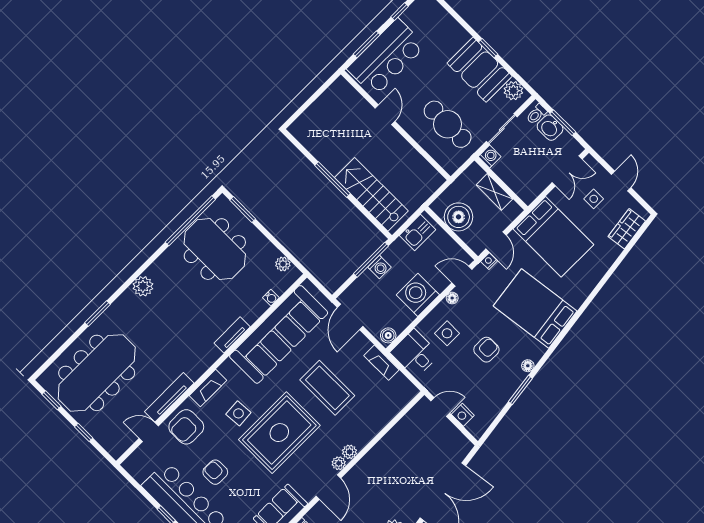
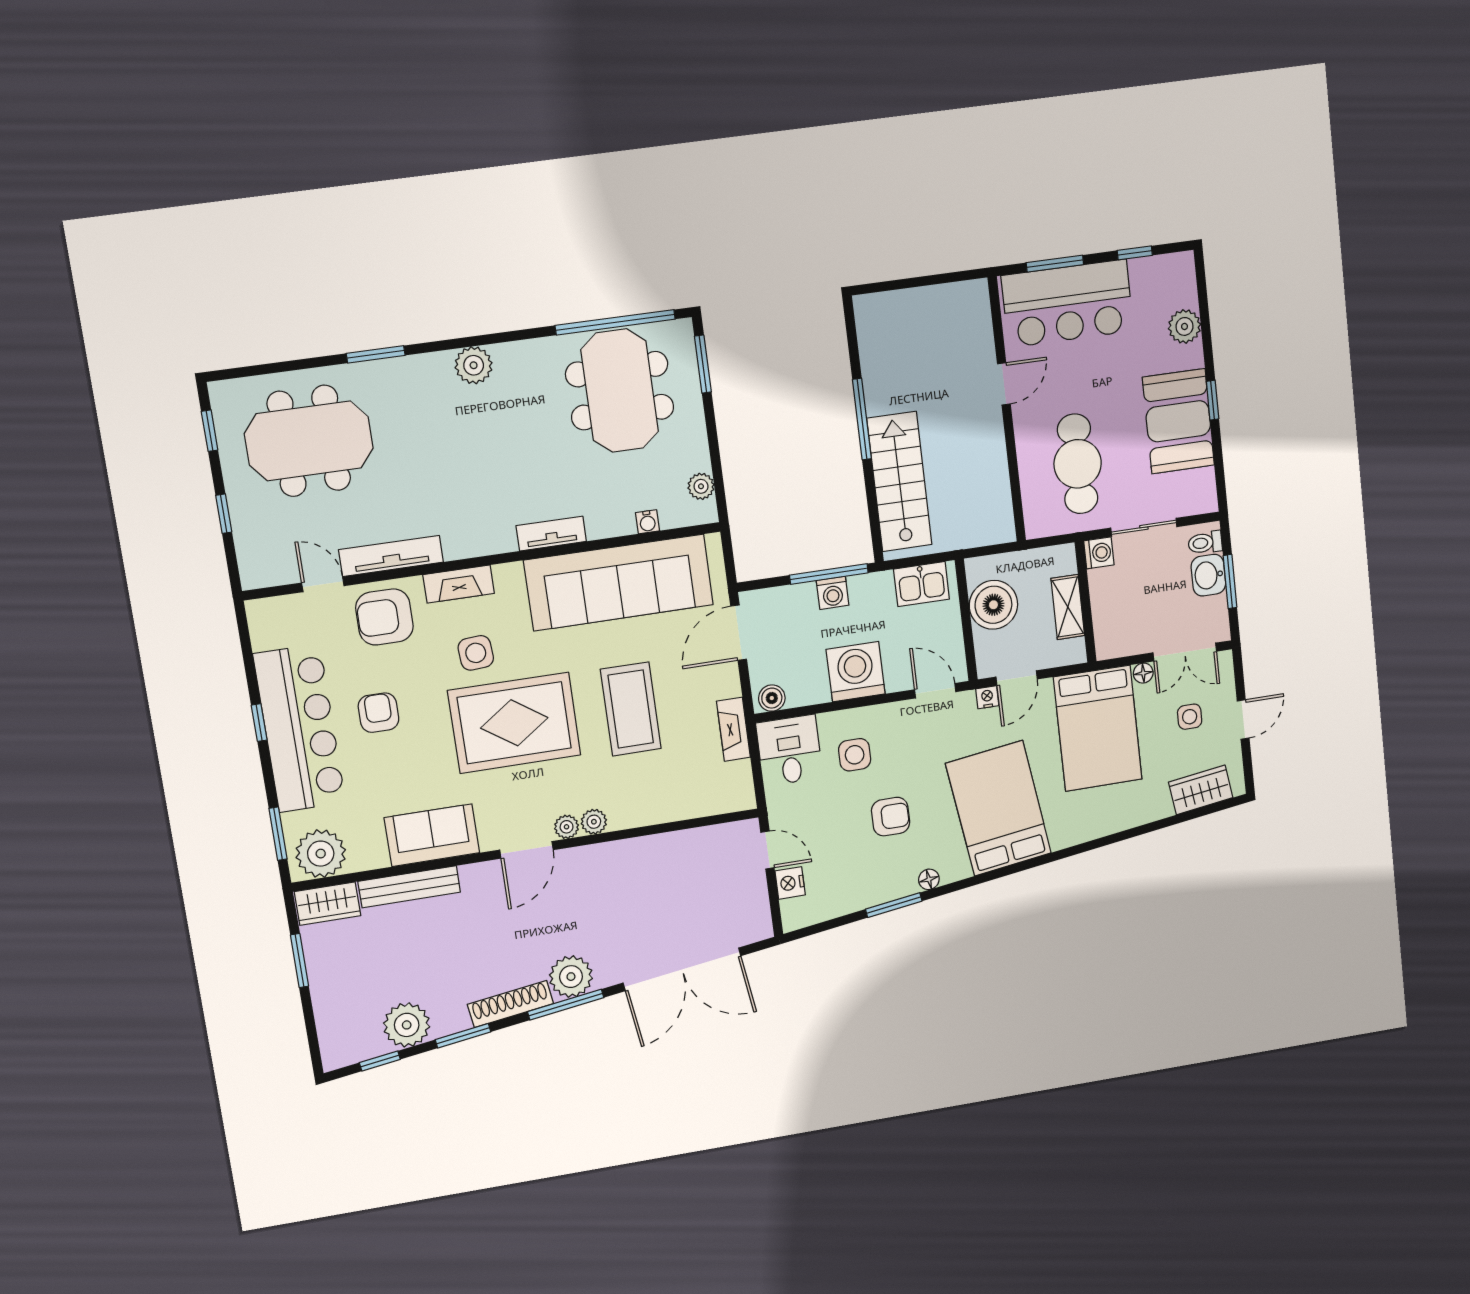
plant: (513, 91) -> (1185, 326), moved
floor lamp: (452, 298) -> (1143, 673), moved
meeting table: (97, 373) -> (309, 441), width x0.73

